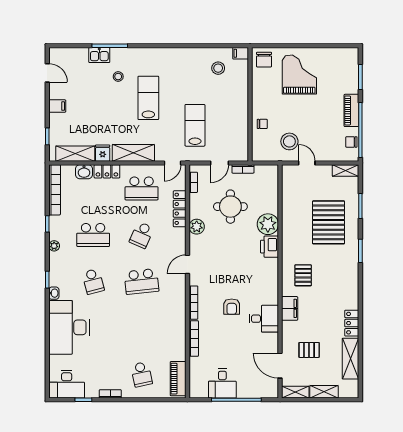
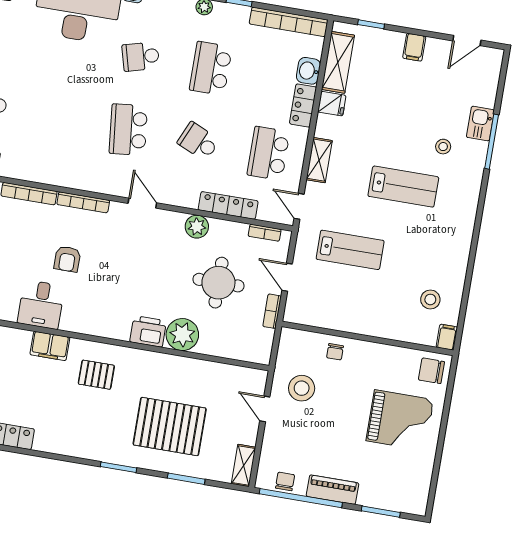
shelving: (133, 153) -> (319, 160), width x0.67, depth x0.75
door: (307, 163) -> (265, 409), swing flipped
armchair: (232, 307) -> (67, 259), turned -90

